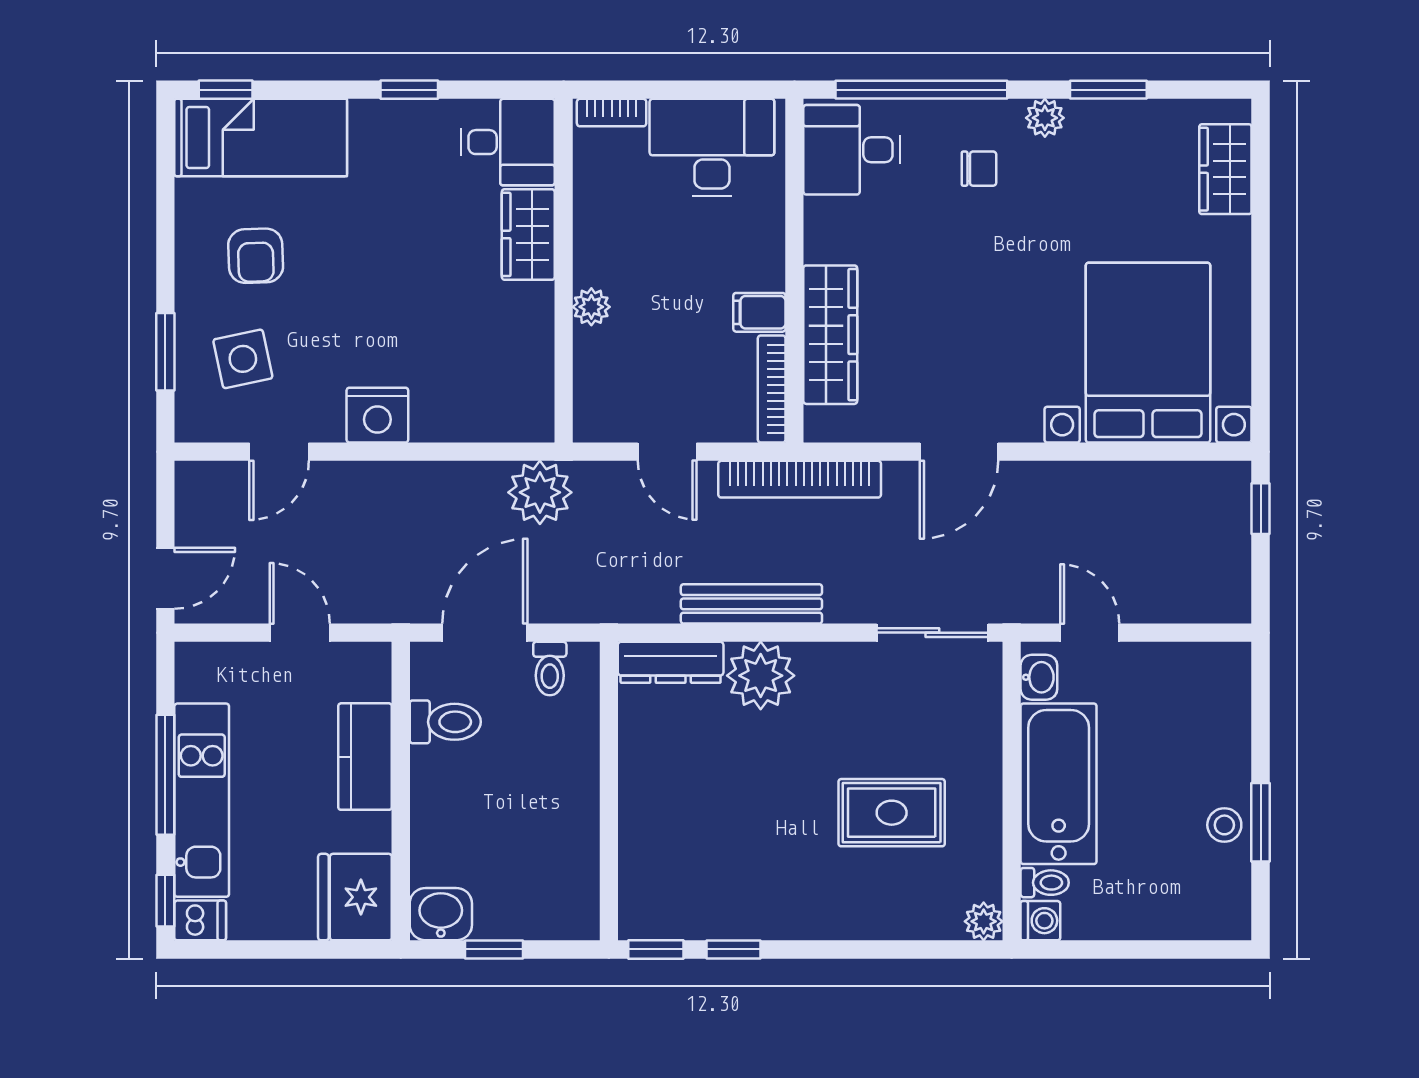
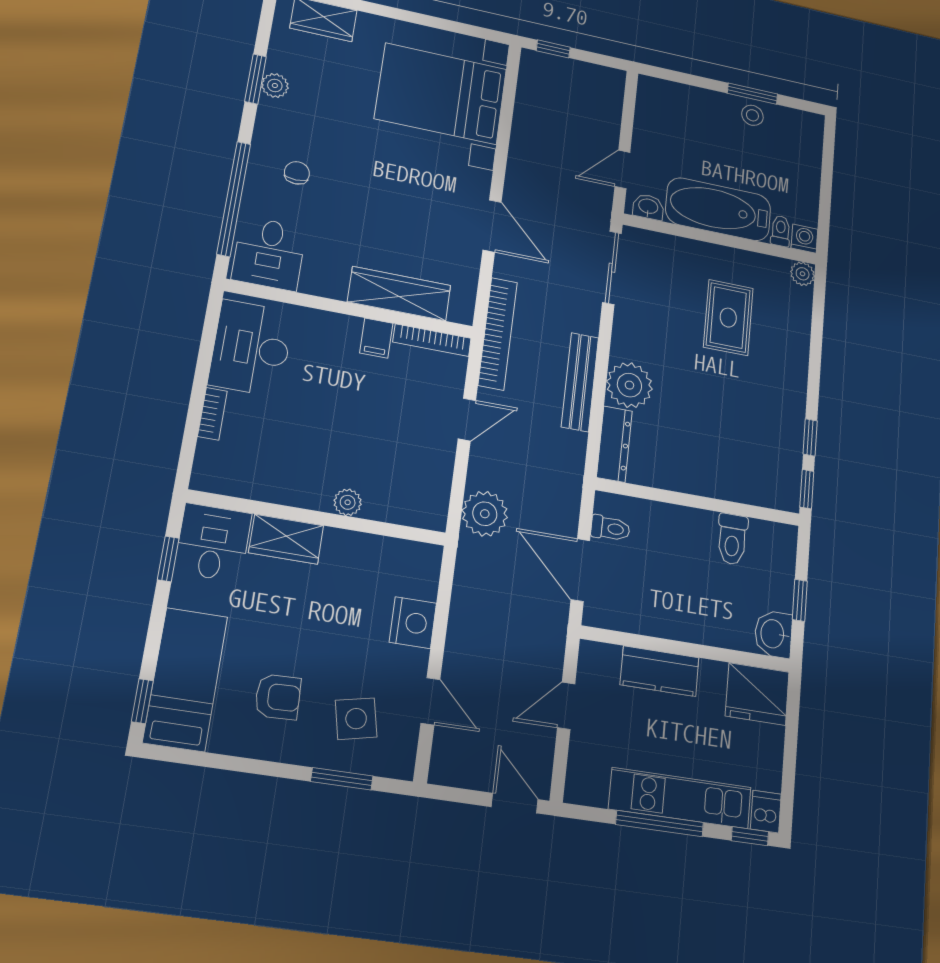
plant: (1045, 118) -> (275, 86), moved
desk: (508, 142) -> (213, 543), moved
wardrobe: (528, 234) -> (286, 539), moved
wall: (564, 271) -> (318, 518), moved
plant: (591, 307) -> (348, 502), moved
toilet: (445, 722) -> (732, 539), moved, turned 180

